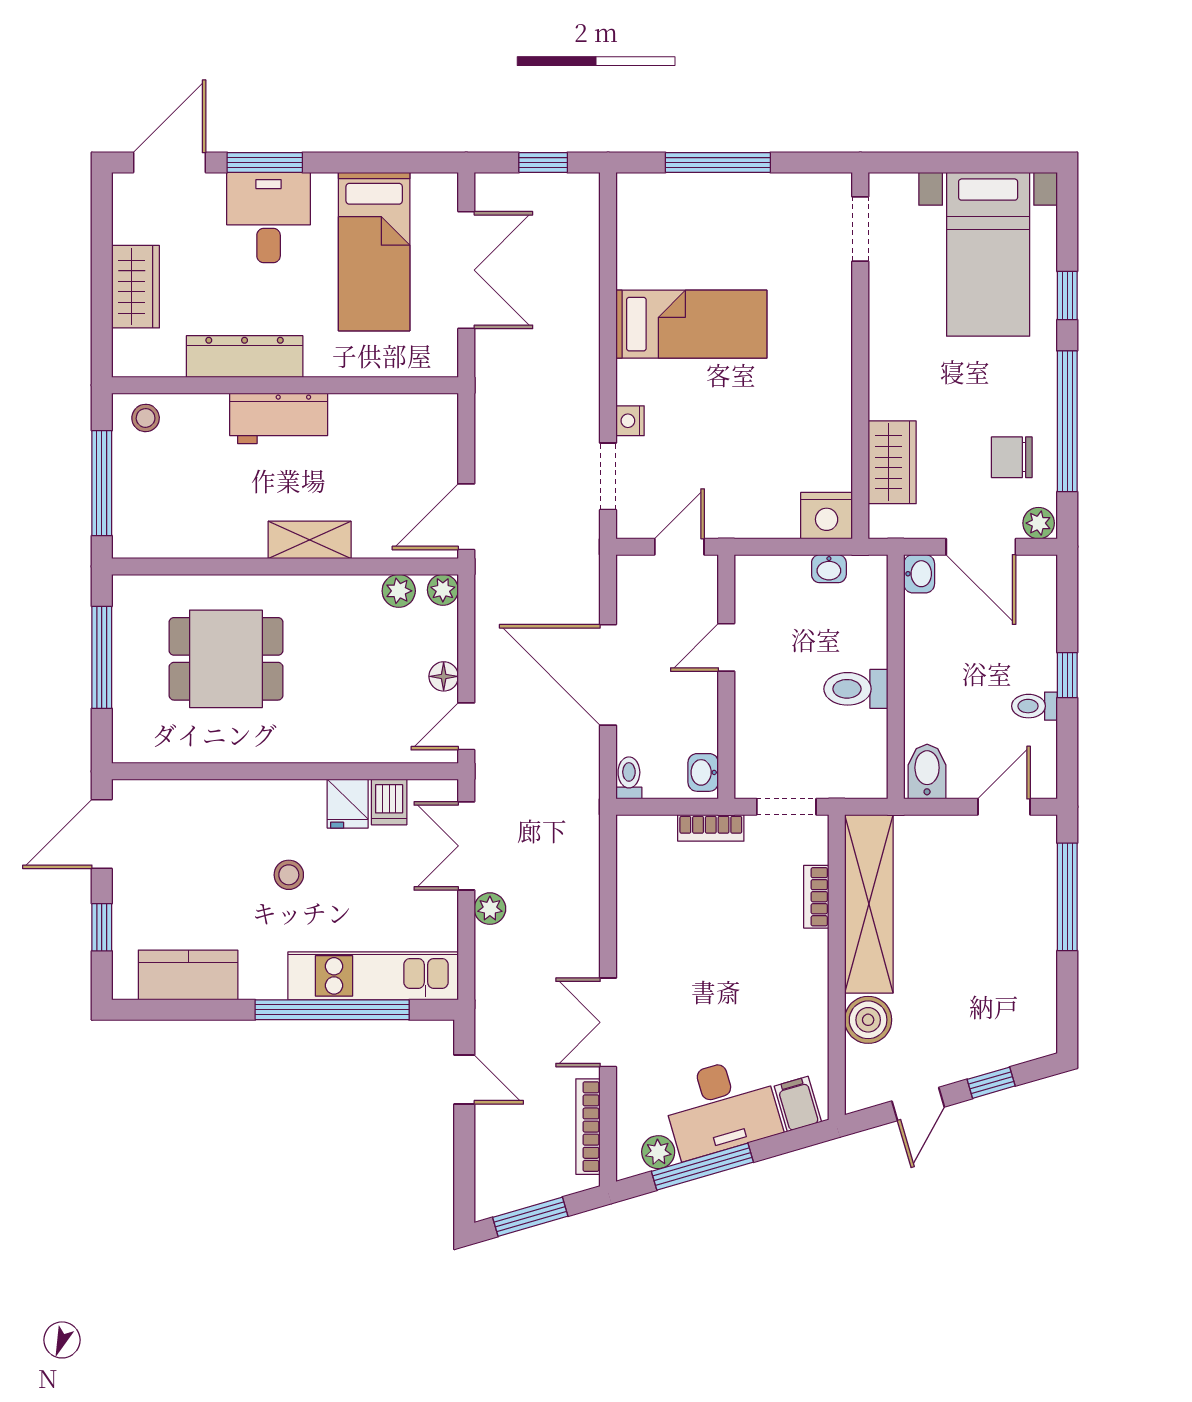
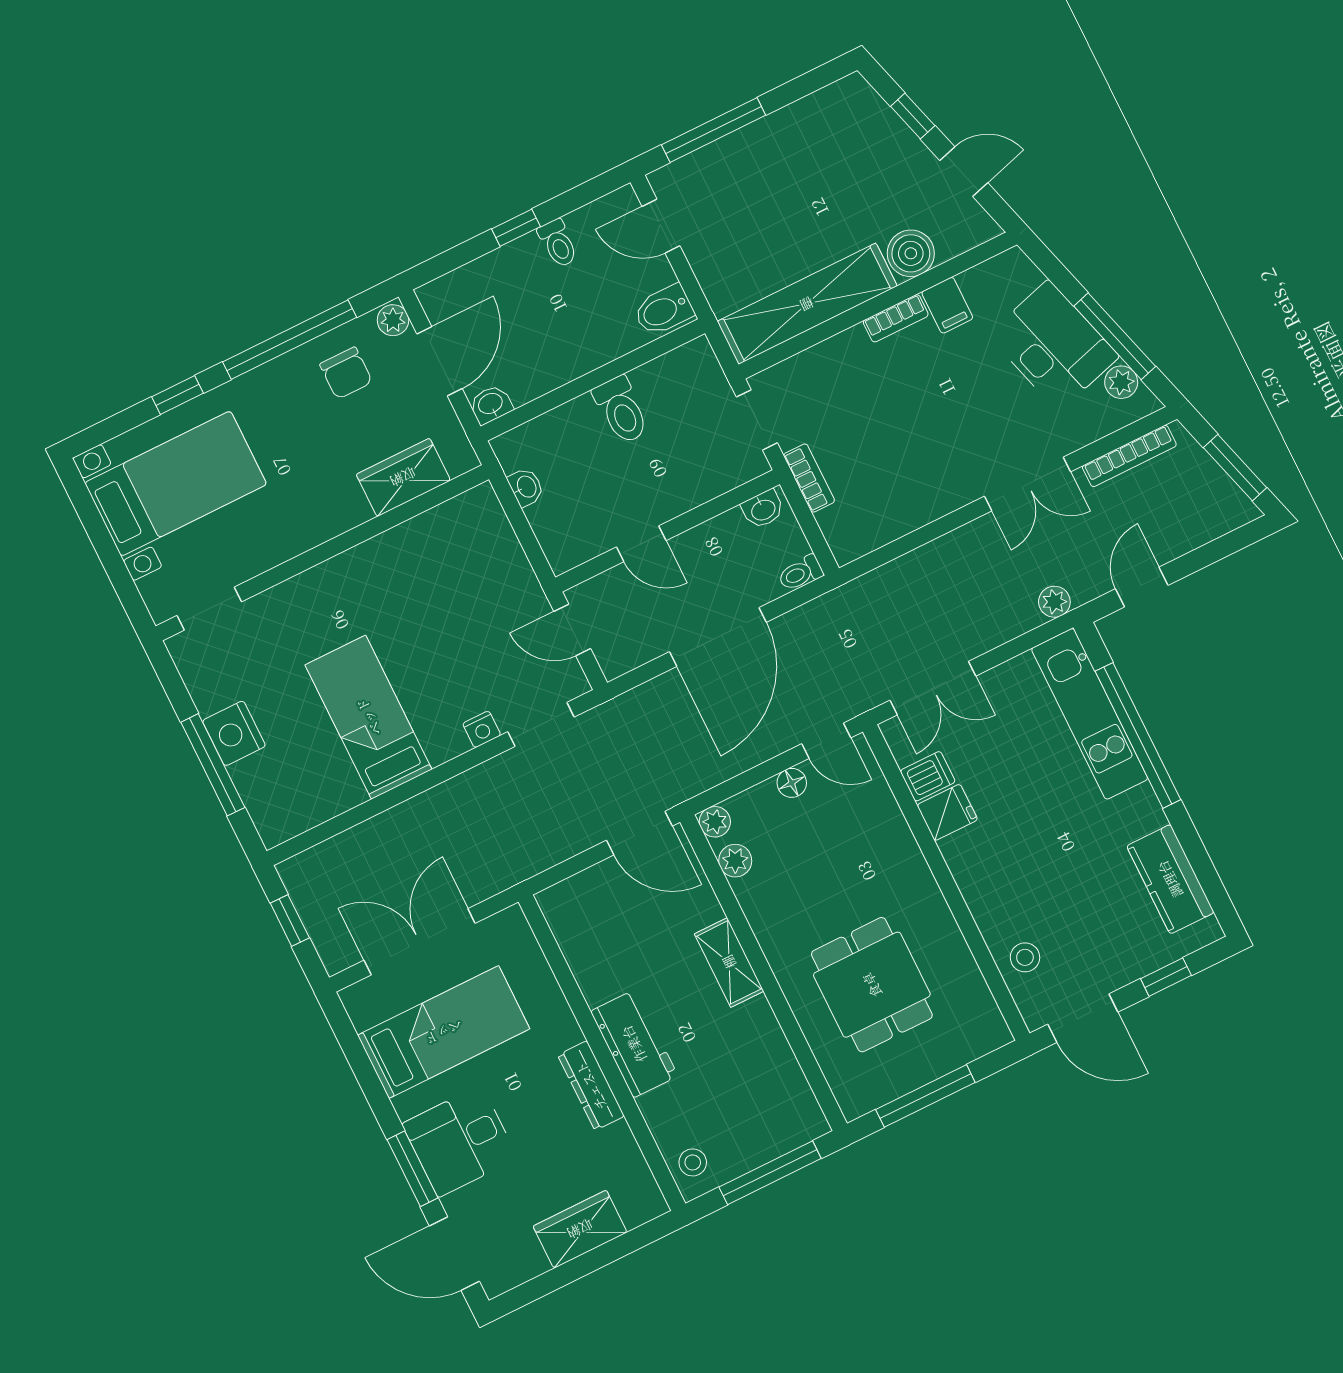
dresser: (245, 356) -> (591, 1086), width x0.73, depth x0.80
nightstand: (827, 516) -> (234, 733), moved, turned 180
stool: (289, 875) -> (1025, 957), moved
bookcase: (816, 897) -> (896, 318), moved
plant: (490, 909) -> (1054, 602), moved
filing cabinet: (798, 1104) -> (947, 305), moved, turned -74

